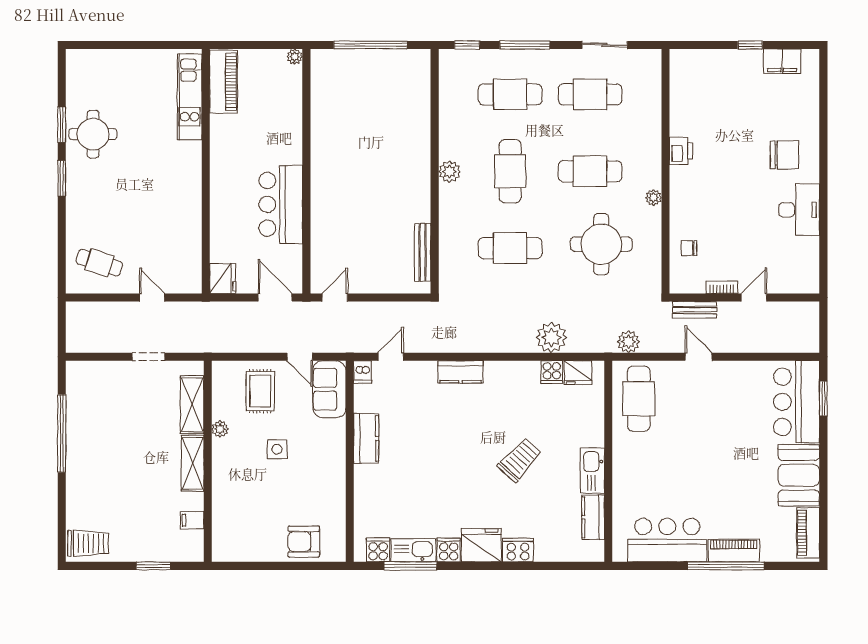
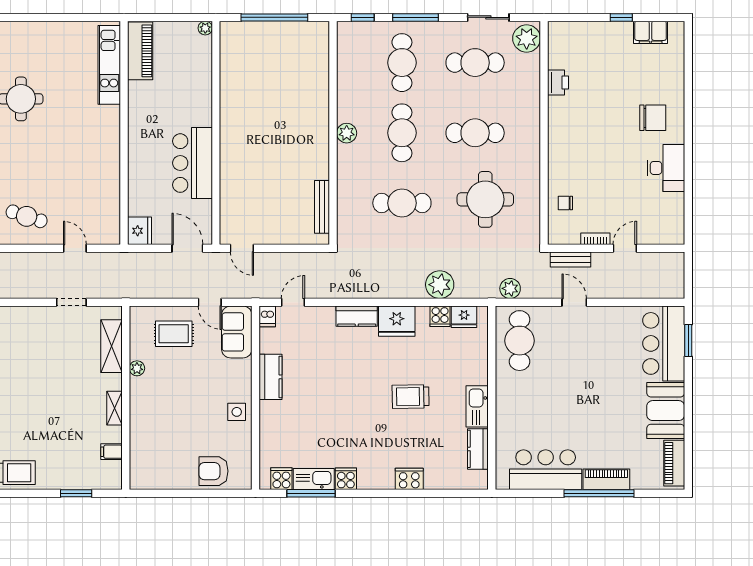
cafe table: (510, 94) -> (402, 63), turned 90
printer: (681, 151) -> (558, 83), moved
plant: (654, 198) -> (527, 38), moved, width x1.87, depth x1.87
door: (335, 298) -> (242, 248), swing flipped
rug: (260, 391) -> (174, 334), turned 90
side table: (277, 449) -> (237, 412), moved
trolley: (520, 460) -> (411, 396), turned -133
shelving: (193, 463) -> (114, 408), width x0.67, depth x0.75
fridge: (481, 545) -> (397, 321), moved, turned 180

